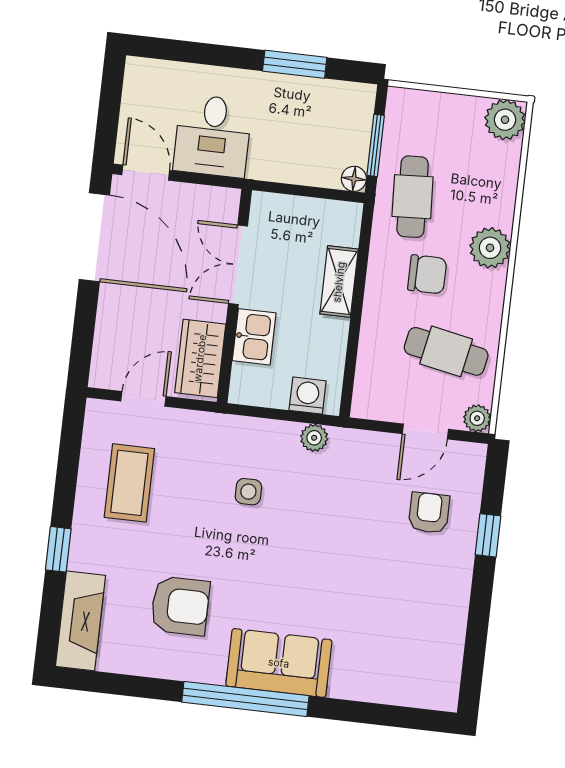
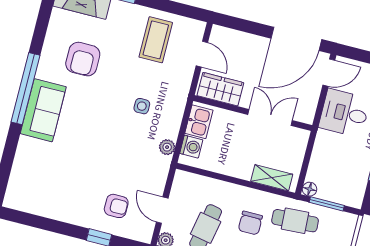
shelving: (339, 282) -> (272, 178), moved
kitchen sink: (254, 337) -> (199, 122), moved, turned -90
coffee table: (129, 483) -> (156, 40), turned 90

